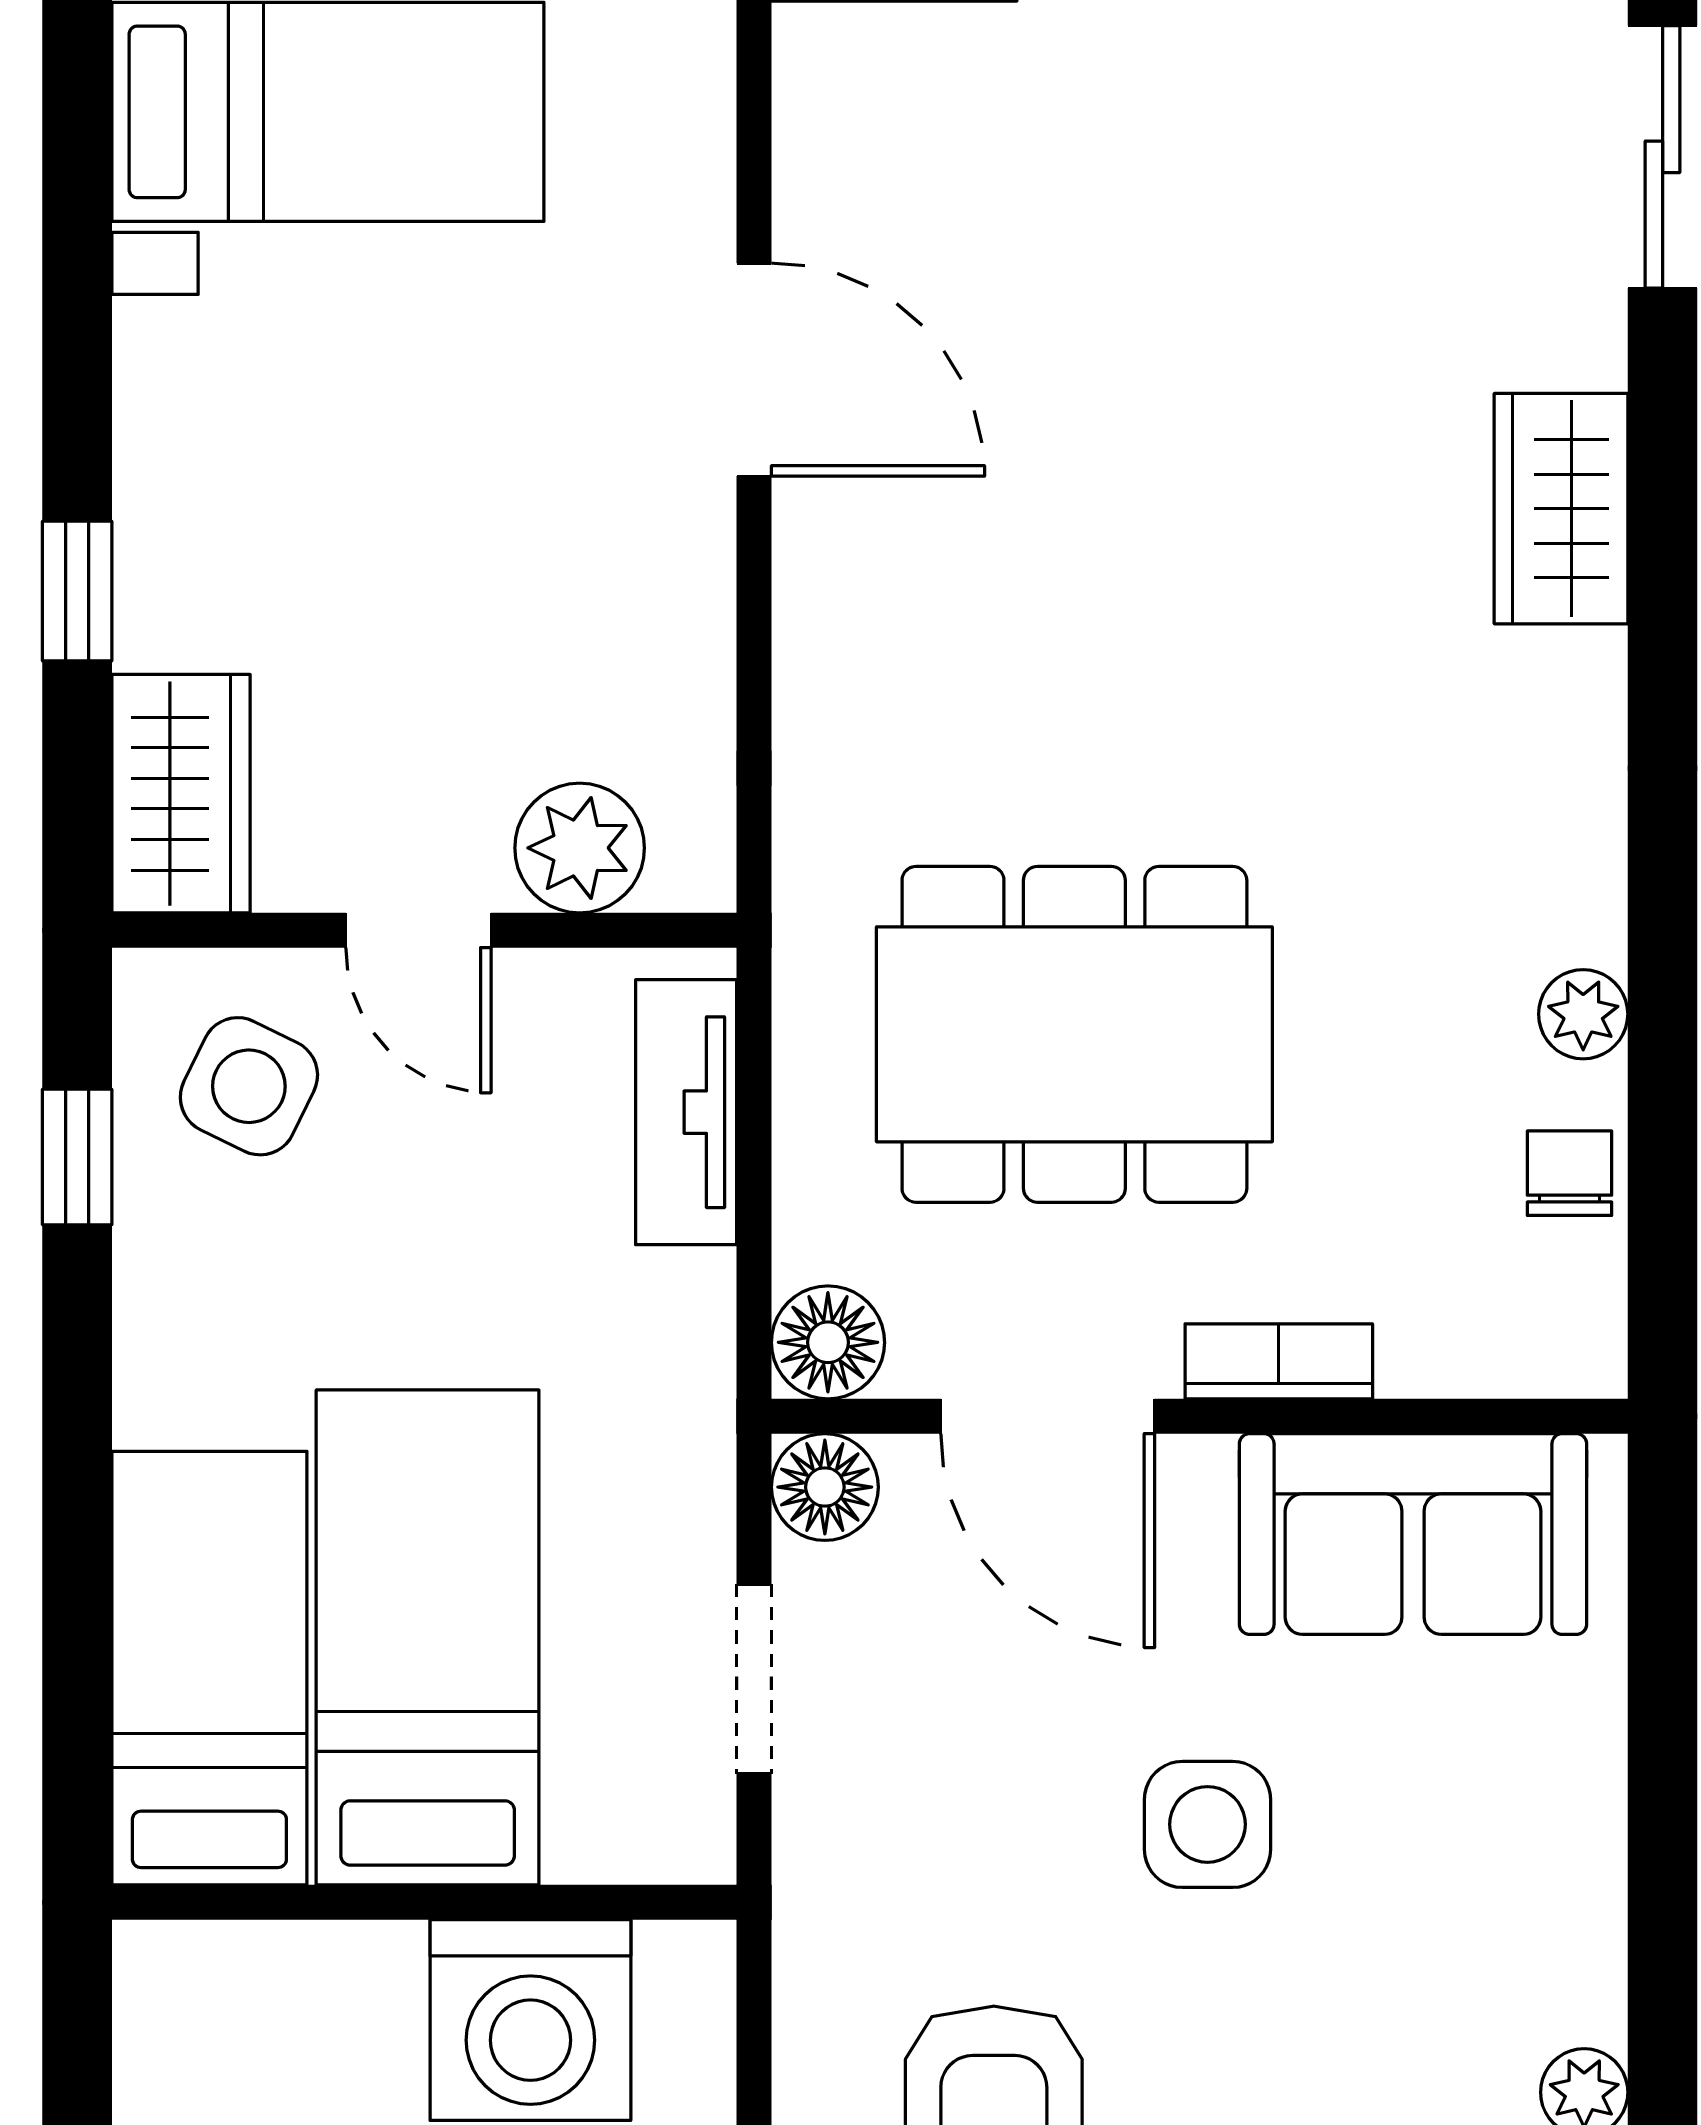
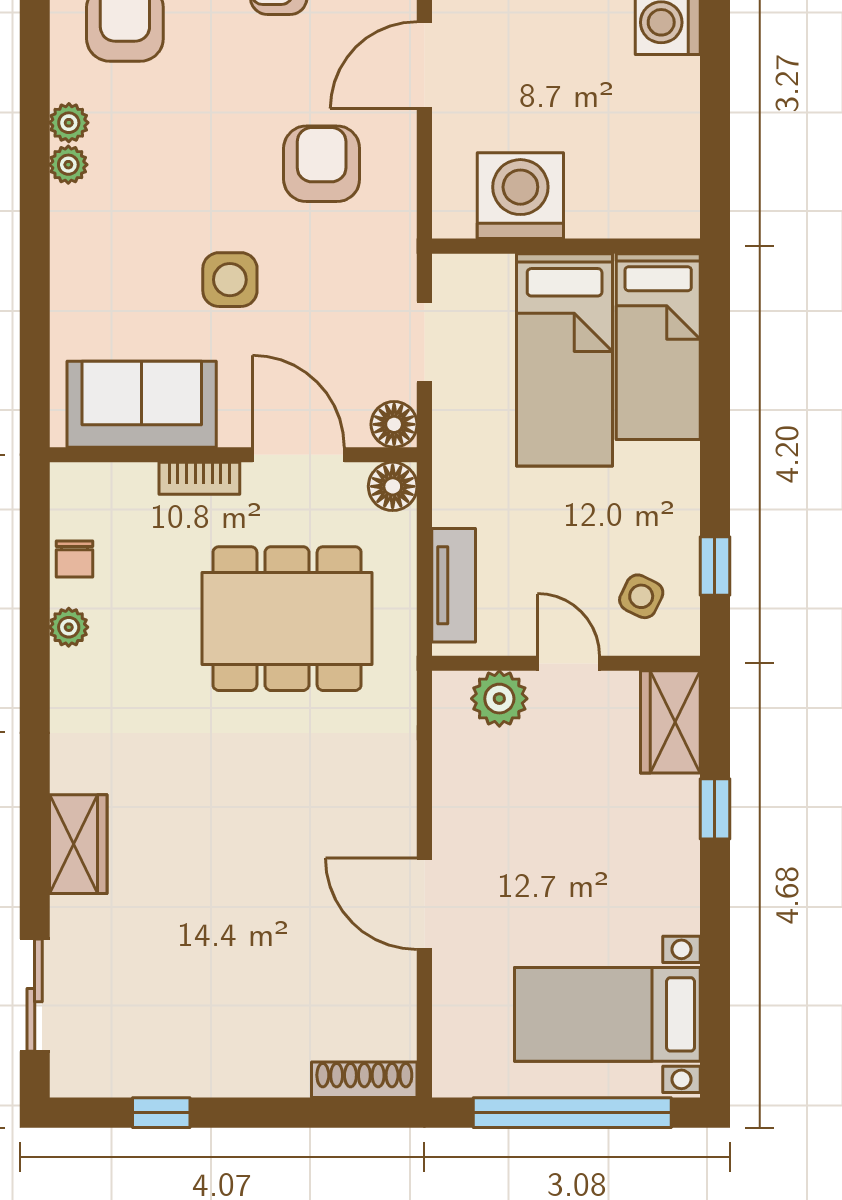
side table: (249, 1086) -> (641, 596), width x0.73, depth x0.73

